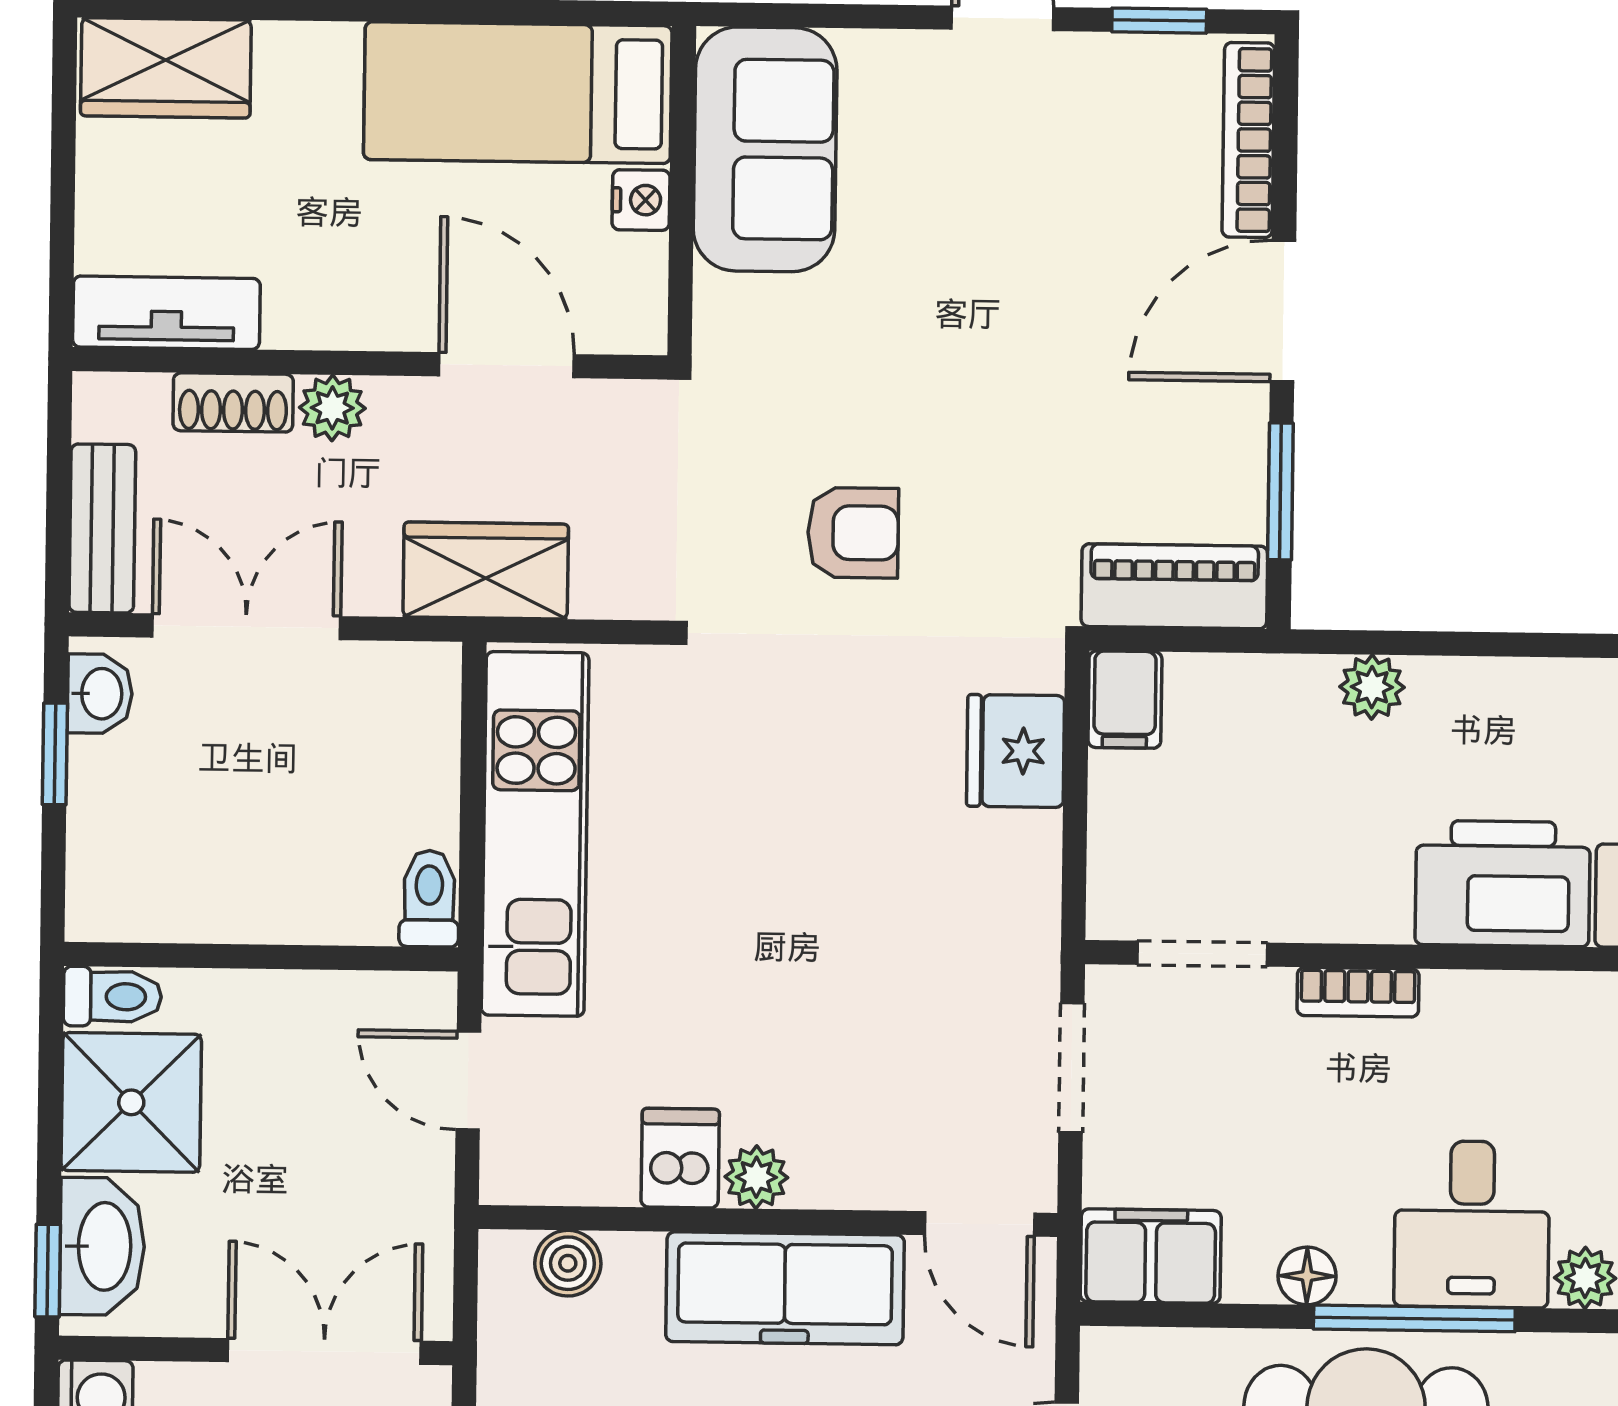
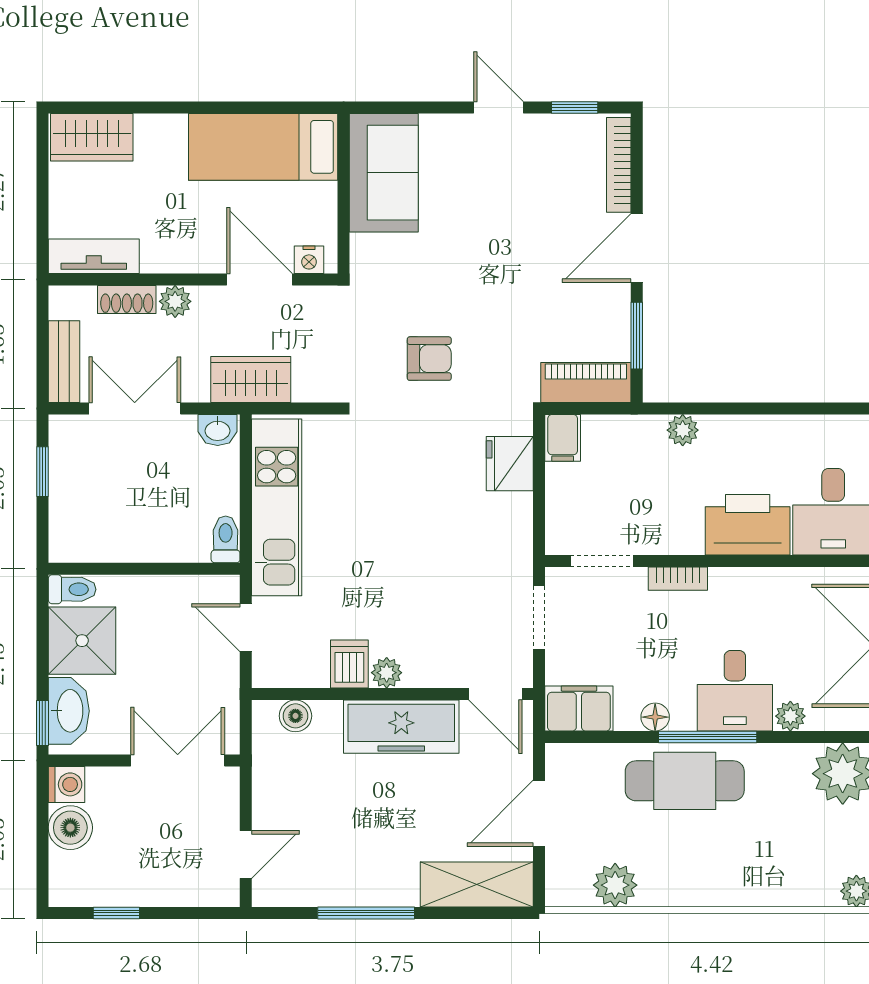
nightstand: (641, 200) -> (309, 260), moved, turned 90
washbasin: (100, 694) -> (218, 430), moved, turned 90

